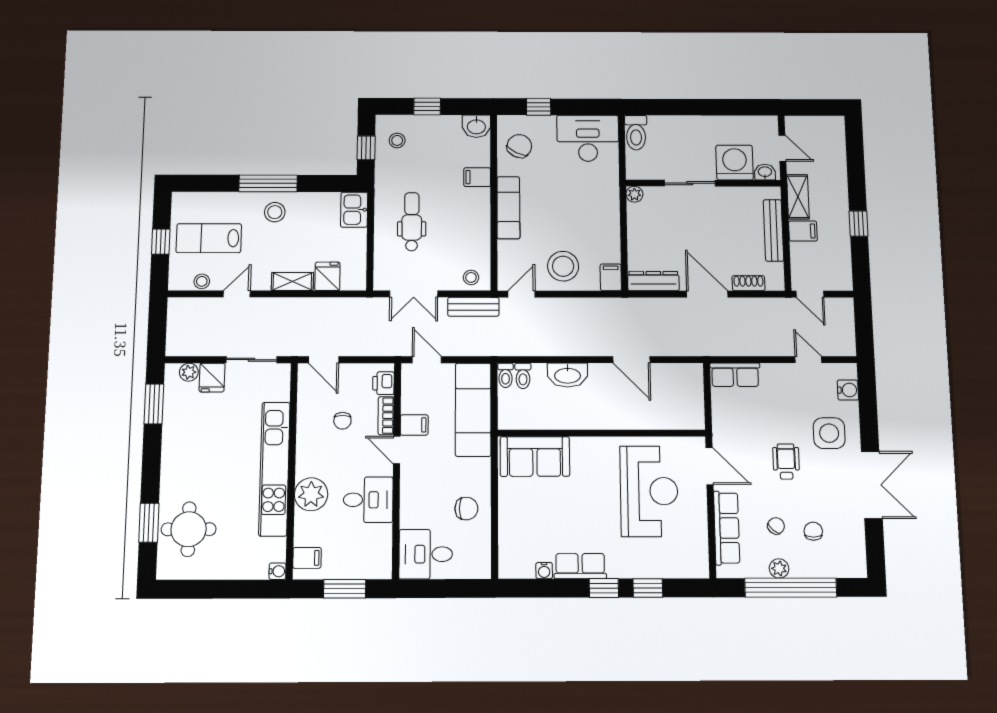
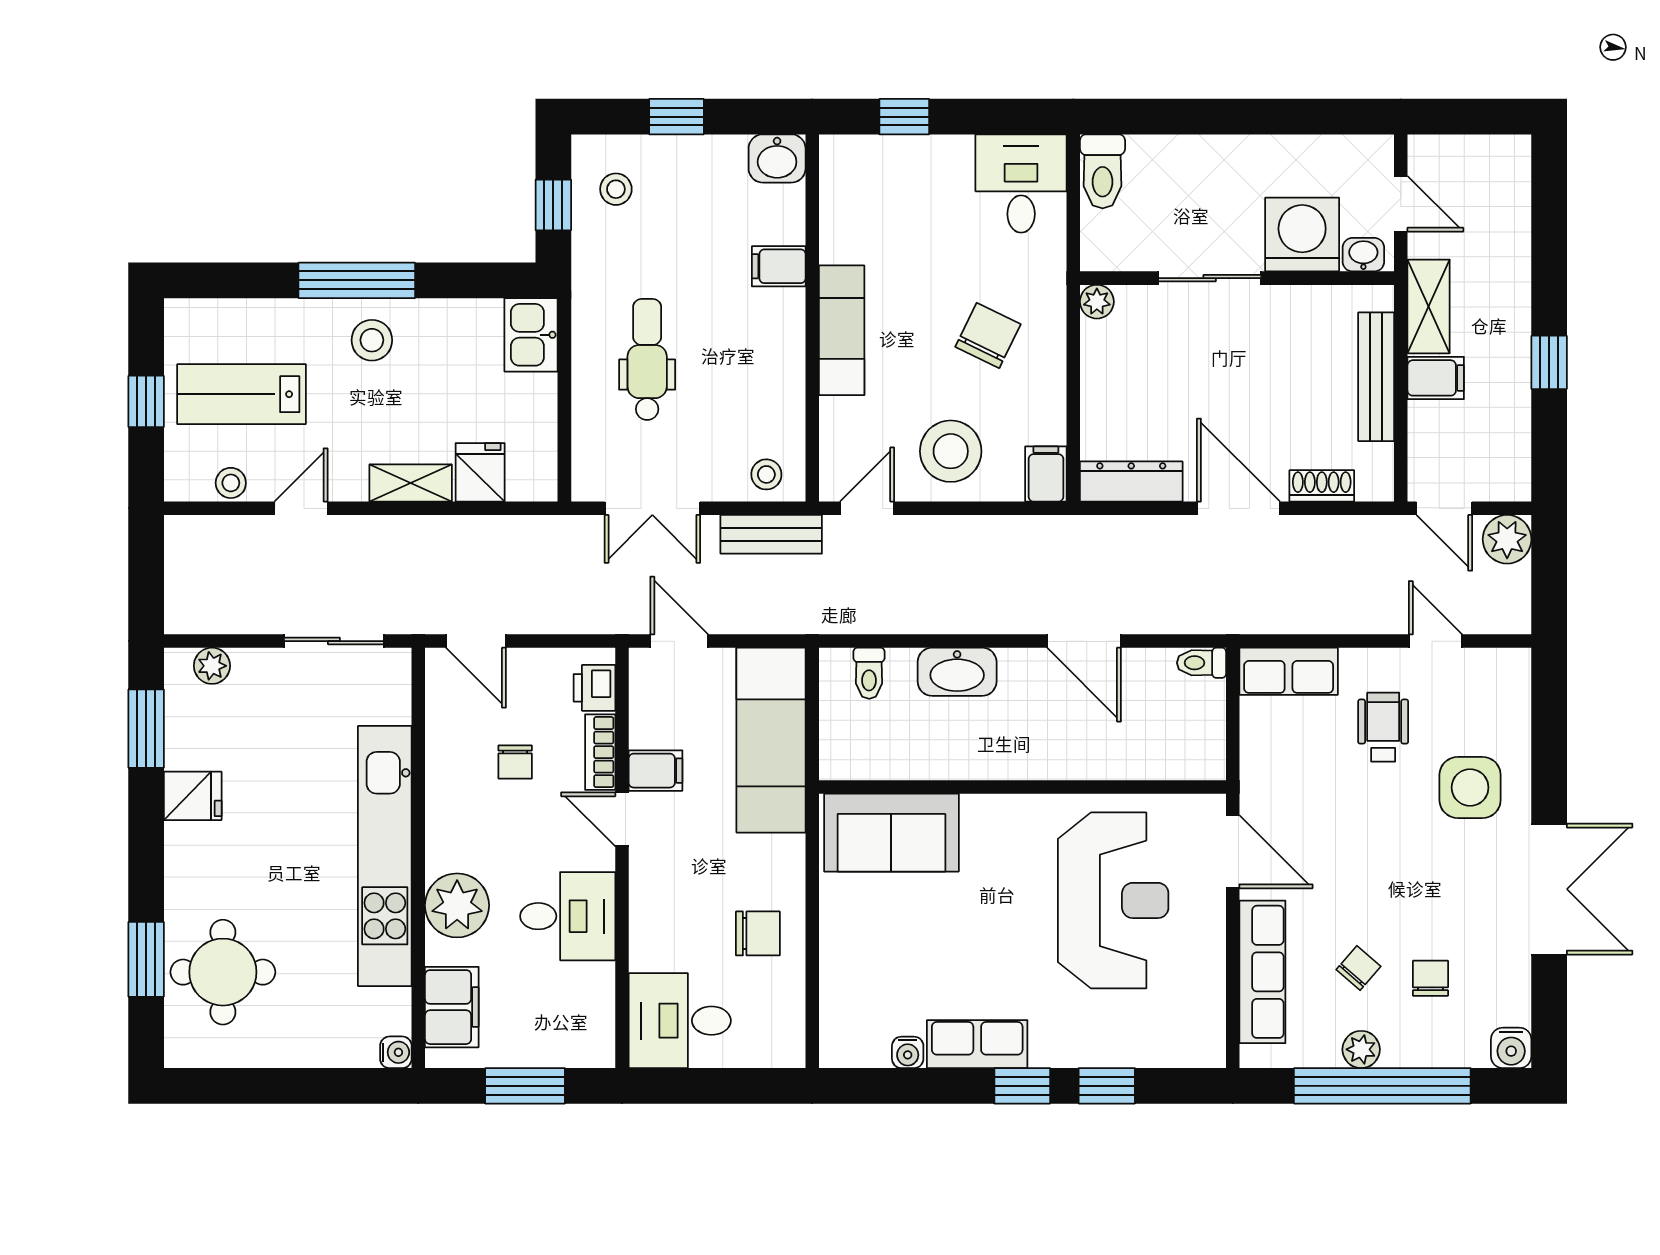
desk: (588, 138) -> (1021, 183), width x0.73
chair: (519, 146) -> (988, 335), moved
plant: (842, 309) -> (1507, 539), added
toilet: (506, 375) -> (1201, 663), moved, turned 90
fridge: (212, 378) -> (193, 796), moved, turned -90
water cooler: (848, 390) -> (1511, 1048), moved, turned 90
wheelchair: (786, 462) -> (1383, 727), moved
filing cabinet: (307, 558) -> (452, 1007), width x2.00

